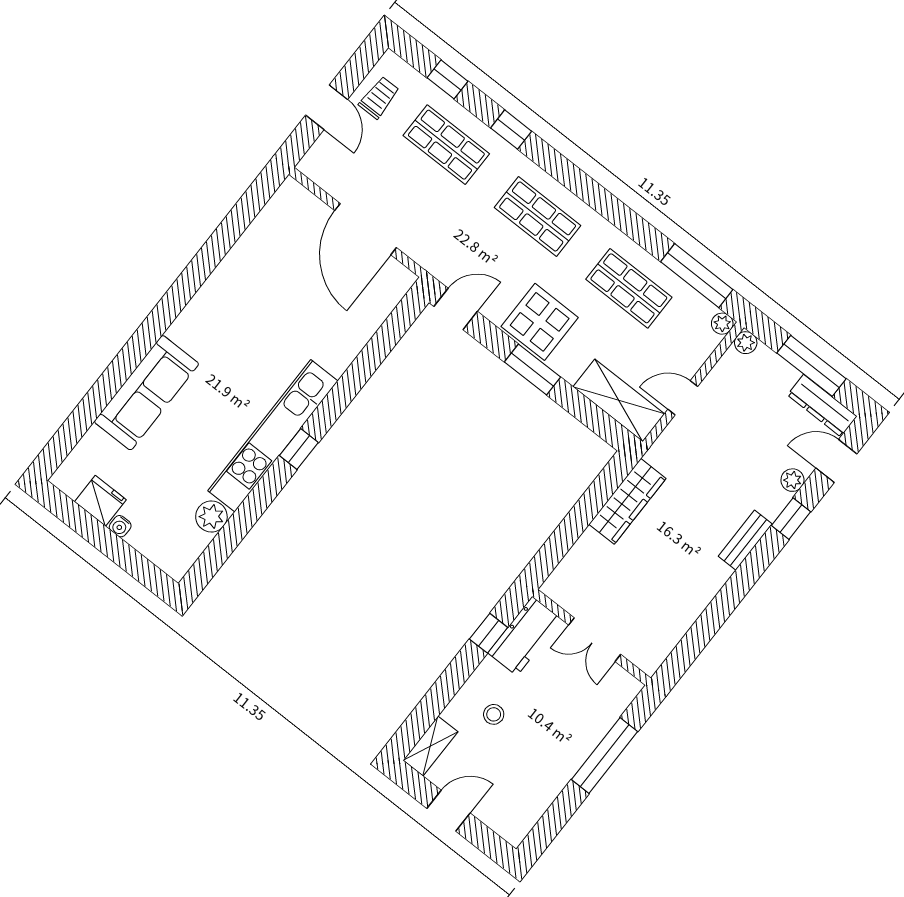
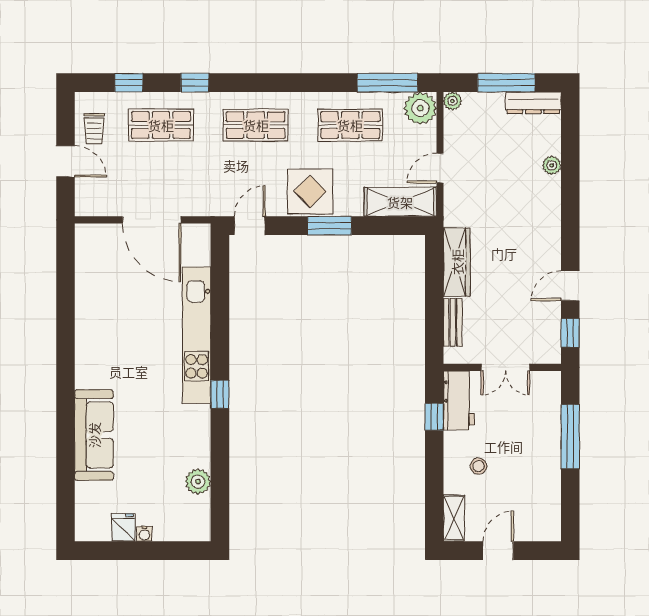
trolley: (379, 98) -> (94, 129), turned 180
plant: (722, 324) -> (420, 108), width x1.87, depth x1.87
kitchen unit: (273, 436) -> (197, 335), moved
door: (836, 461) -> (570, 286), moved
fridge: (100, 501) -> (123, 527), width x0.72
window: (791, 519) -> (570, 333), moved
bench: (745, 540) -> (453, 322), moved

